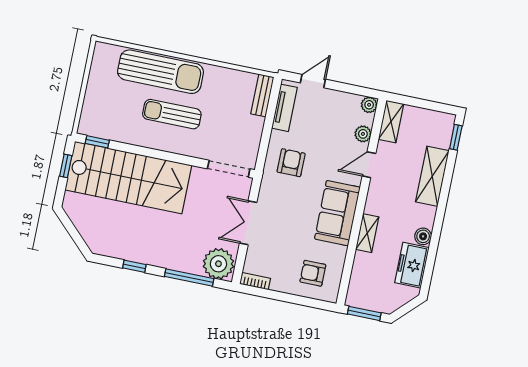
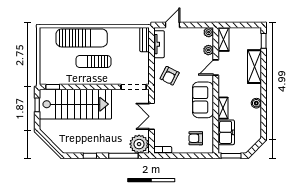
armchair: (291, 163) -> (170, 76), turned -153
freezer: (412, 265) -> (226, 132), moved, turned 180

